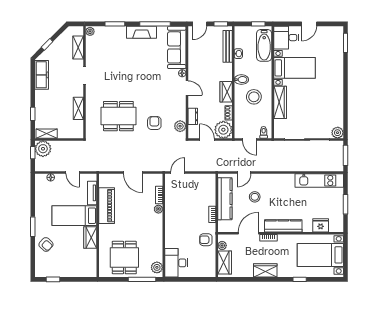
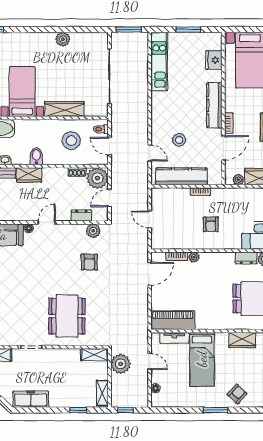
wardrobe: (226, 92) -> (29, 175), moved
stool: (254, 97) -> (71, 141), moved
shelving: (78, 108) -> (94, 355), moved
dining table: (118, 116) -> (67, 316), moved
armchair: (154, 123) -> (89, 262), turned -90
plant: (338, 133) -> (63, 39), moved
door: (250, 140) -> (109, 146), swing flipped
plant: (43, 149) -> (121, 364), moved
door: (73, 173) -> (150, 361), hinge flipped
door: (133, 173) -> (150, 274), moved
door: (178, 173) -> (150, 219), moved
piano: (107, 206) -> (173, 320), moved
door: (248, 233) -> (223, 148), swing flipped
wardrobe: (90, 238) -> (242, 340), moved
armchair: (206, 240) -> (211, 224), moved
dresser: (158, 252) -> (246, 258), added

